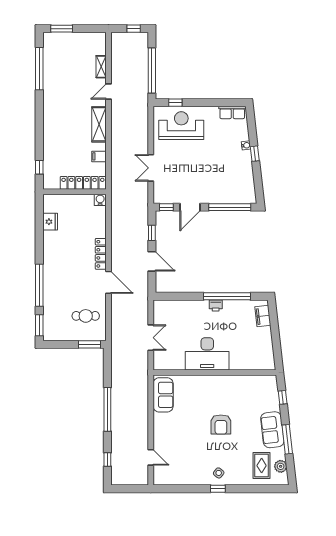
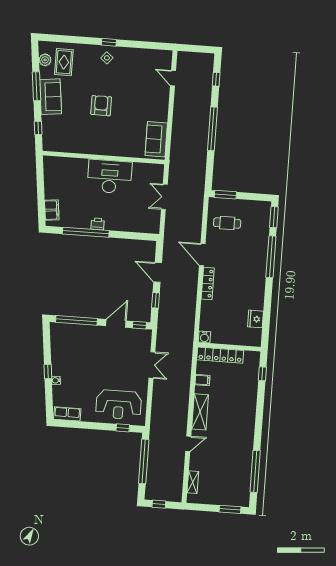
shelving: (101, 67) -> (193, 482), moved

